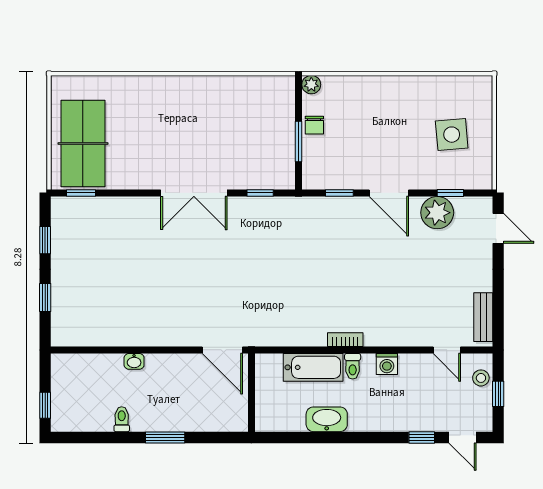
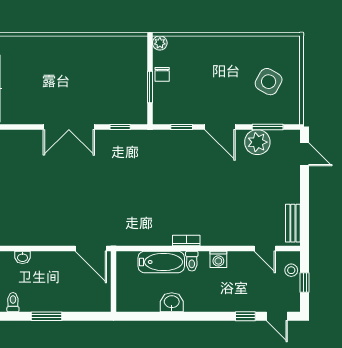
side table: (452, 135) -> (269, 82), turned 34
window: (450, 193) -> (268, 127), width x1.50
washbasin: (327, 419) -> (172, 302), width x0.72

